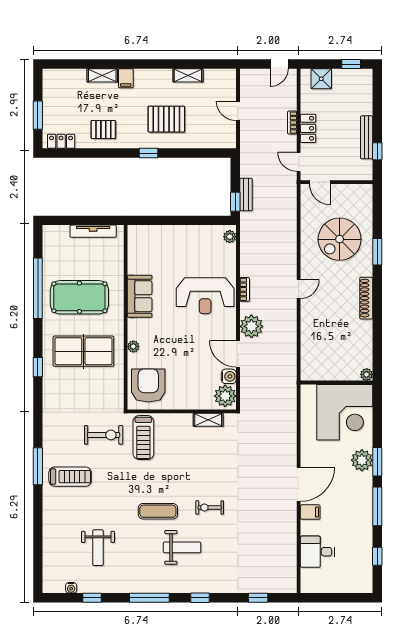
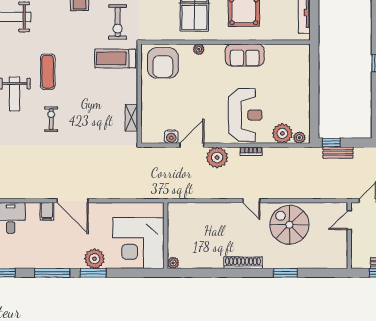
spiral stairs: (340, 239) -> (289, 225), moved
reception desk: (205, 296) -> (245, 115), turned 180
armchair: (148, 386) -> (163, 63), turned 90
plant: (225, 396) -> (282, 133), moved

